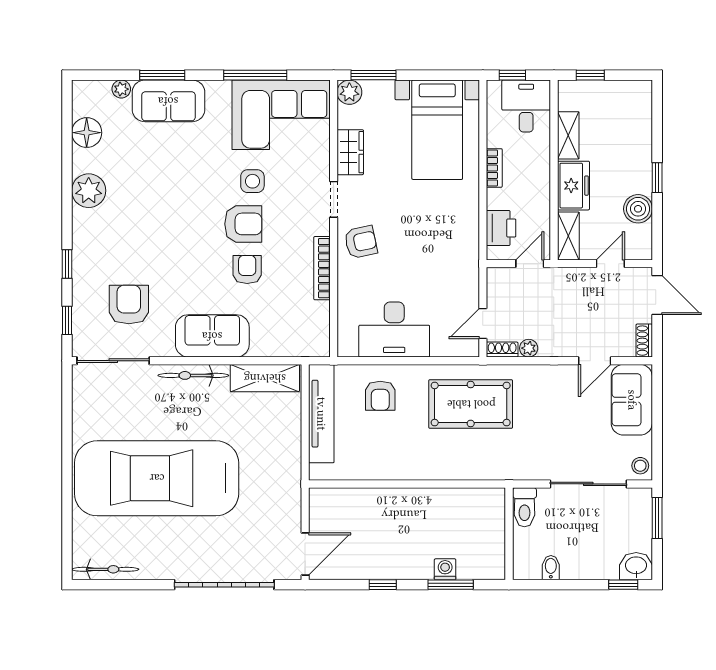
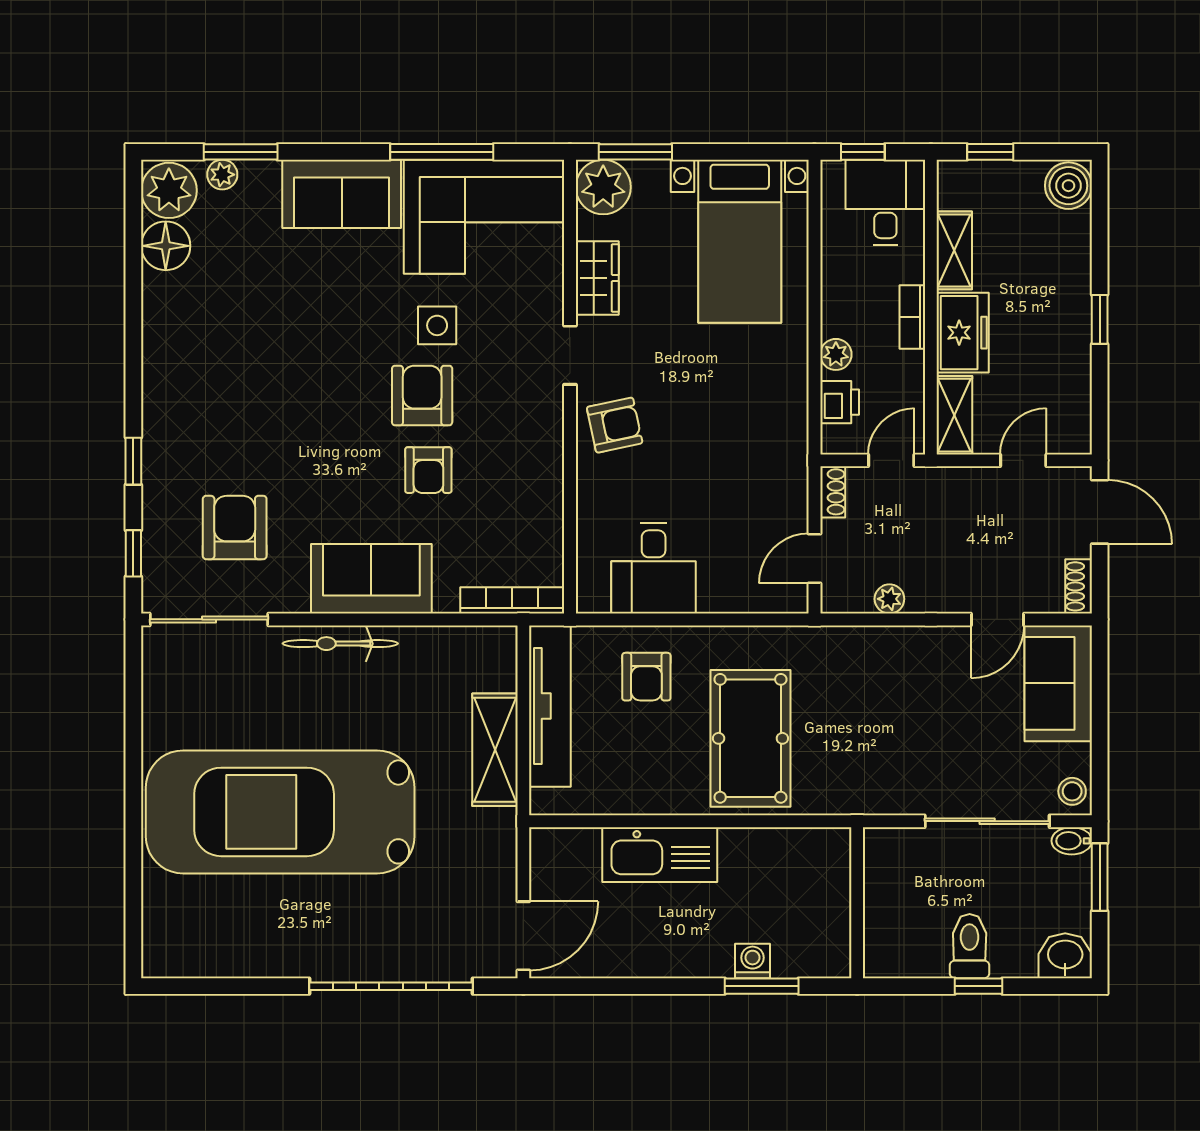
window: (162, 75) -> (241, 152), moved
plant: (349, 92) -> (603, 187), width x1.36, depth x1.36
sofa: (168, 101) -> (342, 194), moved
bookcase: (494, 168) -> (912, 317), moved, turned 180
plant: (89, 191) -> (169, 190), moved
plant: (496, 199) -> (836, 354), added
boiler: (638, 209) -> (1068, 186), moved
armchair: (243, 224) -> (422, 395), turned -90
printer: (501, 228) -> (840, 402), width x0.73, depth x0.81
bookcase: (322, 268) -> (512, 600), moved, turned 90
armchair: (247, 269) -> (428, 470), turned 180
desk: (394, 329) -> (654, 568), width x0.73
shoe rack: (502, 350) -> (833, 492), moved, turned 90
shelving: (265, 378) -> (495, 750), moved, turned 90
pool table: (471, 404) -> (750, 738), moved, turned 90
kitchen sink: (388, 504) -> (660, 855), added
toilet: (524, 507) -> (970, 946), moved, turned 180
bidet: (551, 568) -> (1072, 841), moved, turned -90
bicycle: (105, 569) -> (196, 961), removed
window: (383, 585) -> (651, 986), removed
window: (623, 585) -> (978, 986), moved

